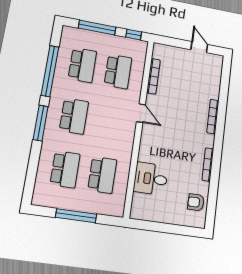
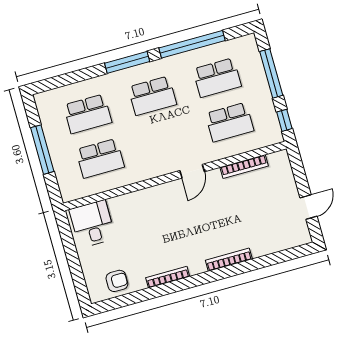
desk: (151, 179) -> (92, 224), moved
armchair: (196, 202) -> (117, 281), turned 90

